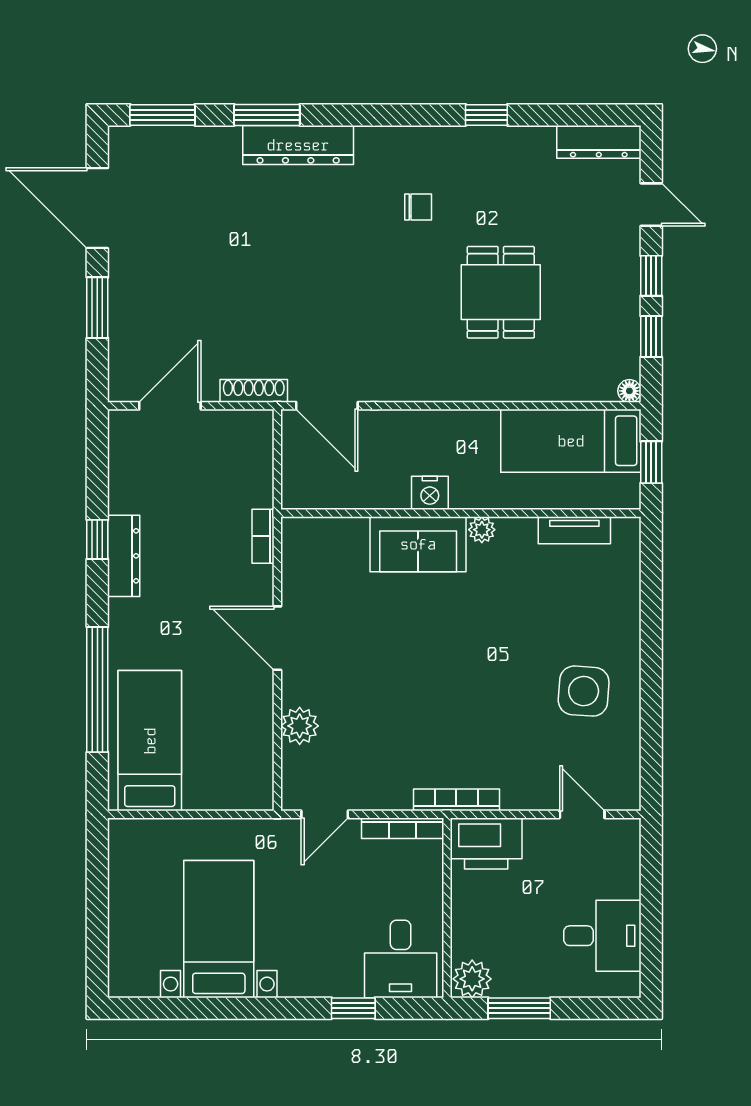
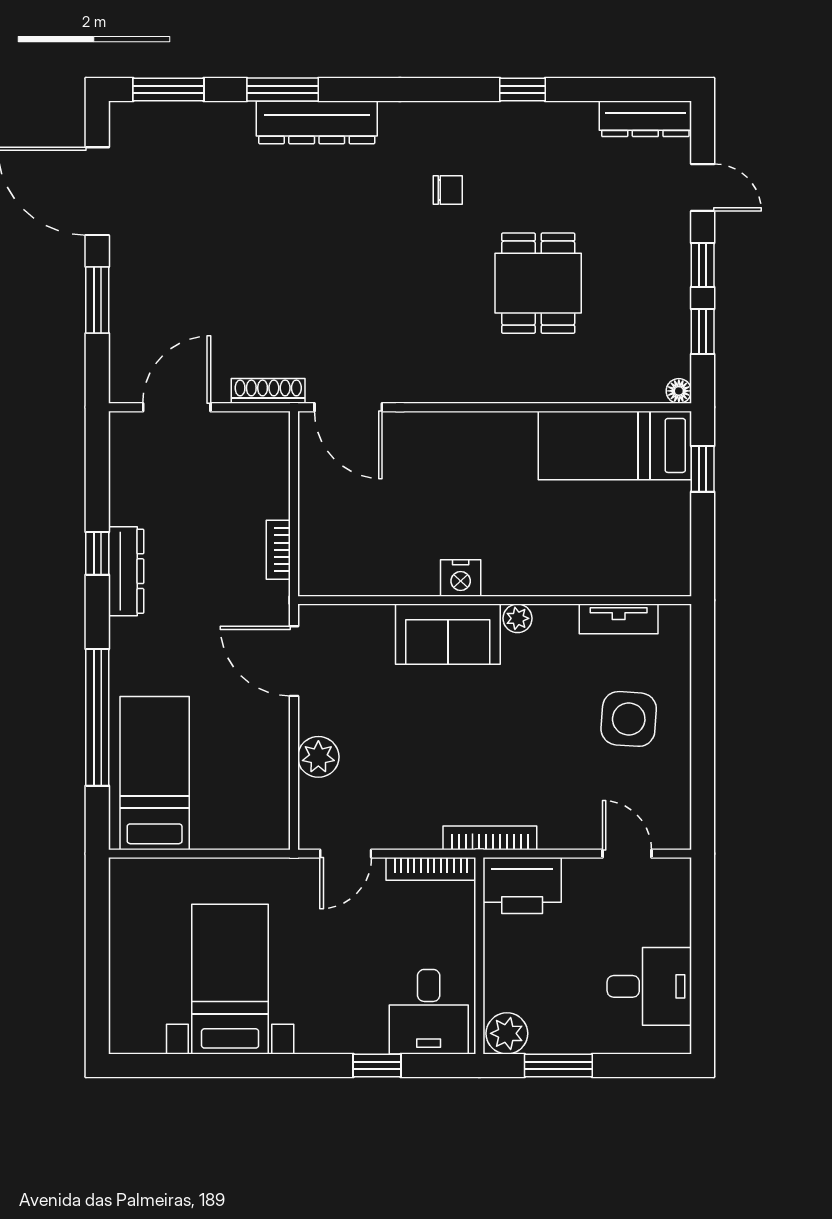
nightstand: (430, 493) -> (461, 578), moved
wall: (461, 513) -> (495, 600), moved
plant: (482, 530) -> (517, 618), moved
tv unit: (574, 530) -> (619, 619), moved
sofa: (418, 544) -> (448, 634), moved

